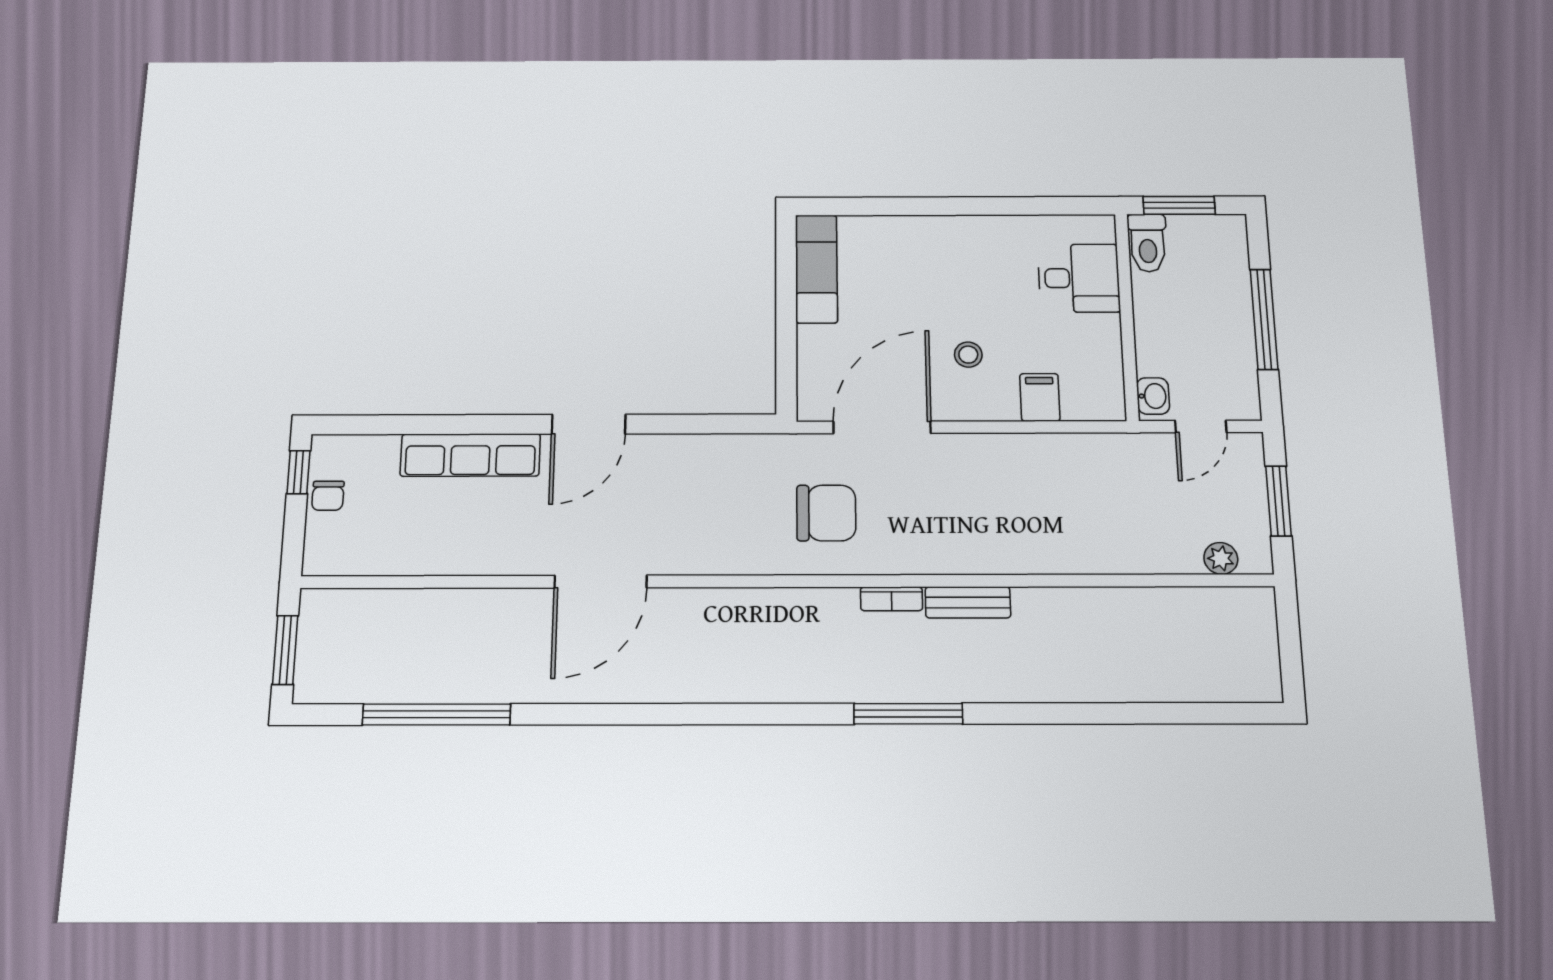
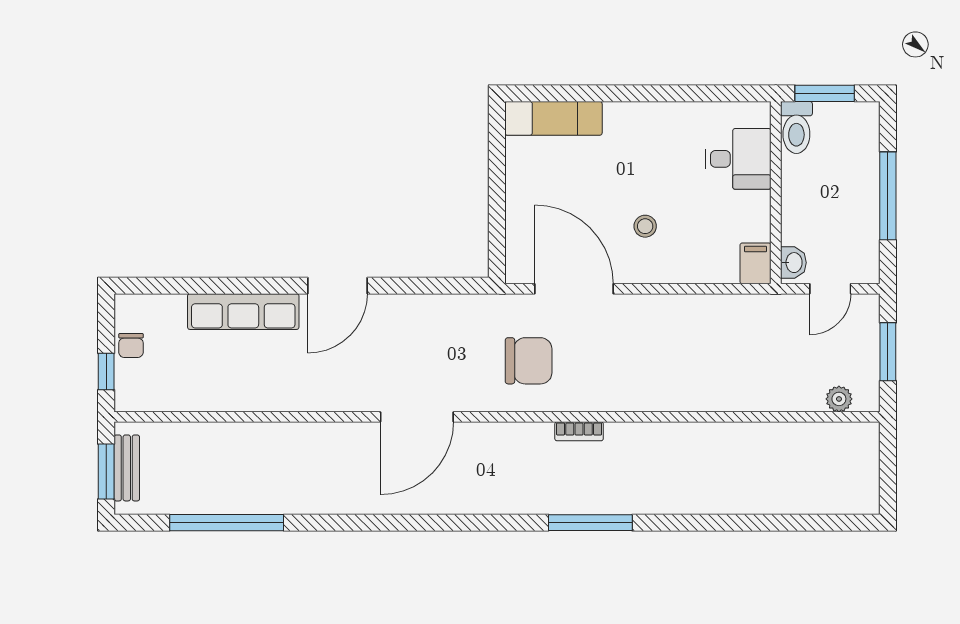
exam couch: (816, 269) -> (554, 118), moved, turned 90
filing cabinet: (1040, 397) -> (756, 263), moved
door: (882, 427) -> (574, 289), hinge flipped
window: (299, 472) -> (106, 371), moved
door: (601, 582) -> (417, 417), moved
bench: (968, 602) -> (127, 468), moved, turned 90

